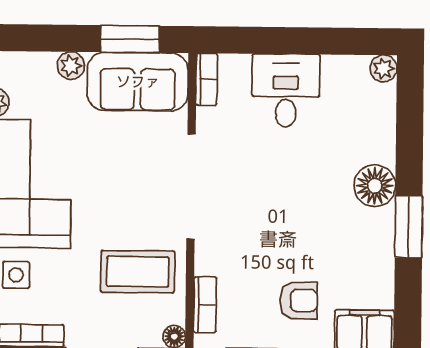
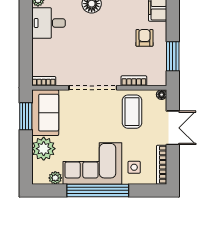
plant: (71, 66) -> (44, 149), width x1.88, depth x1.88
desk: (286, 91) -> (49, 23), moved
bookcase: (205, 305) -> (134, 81), moved

